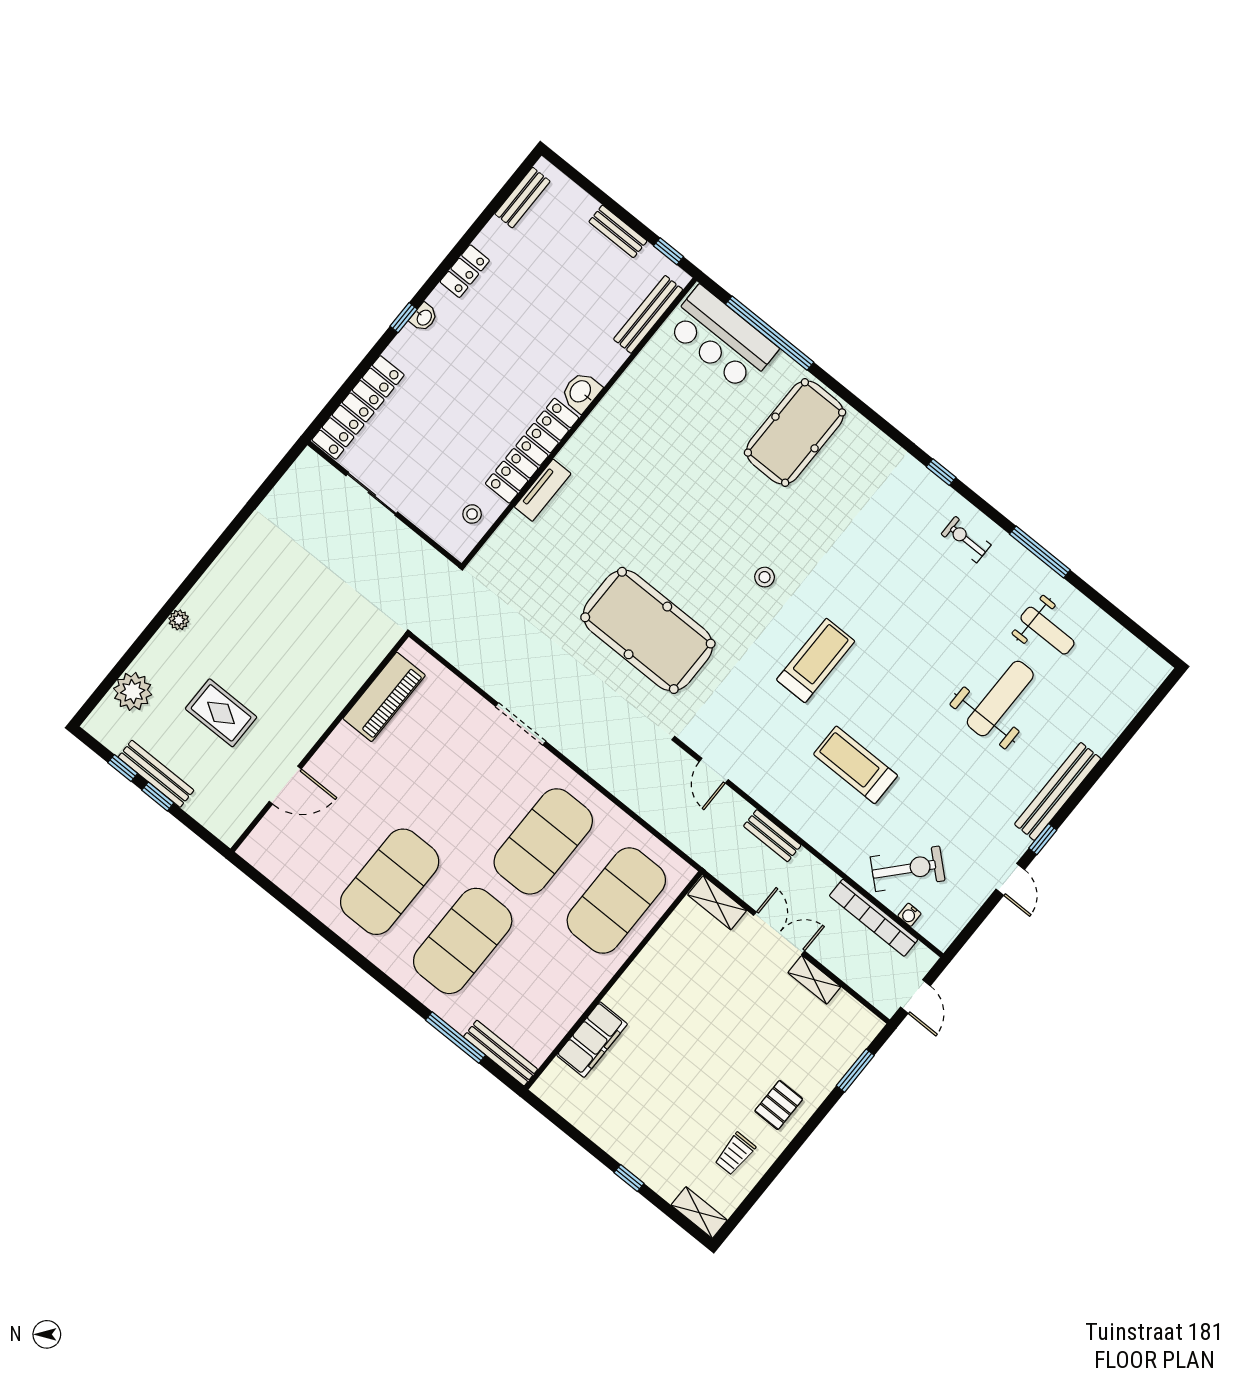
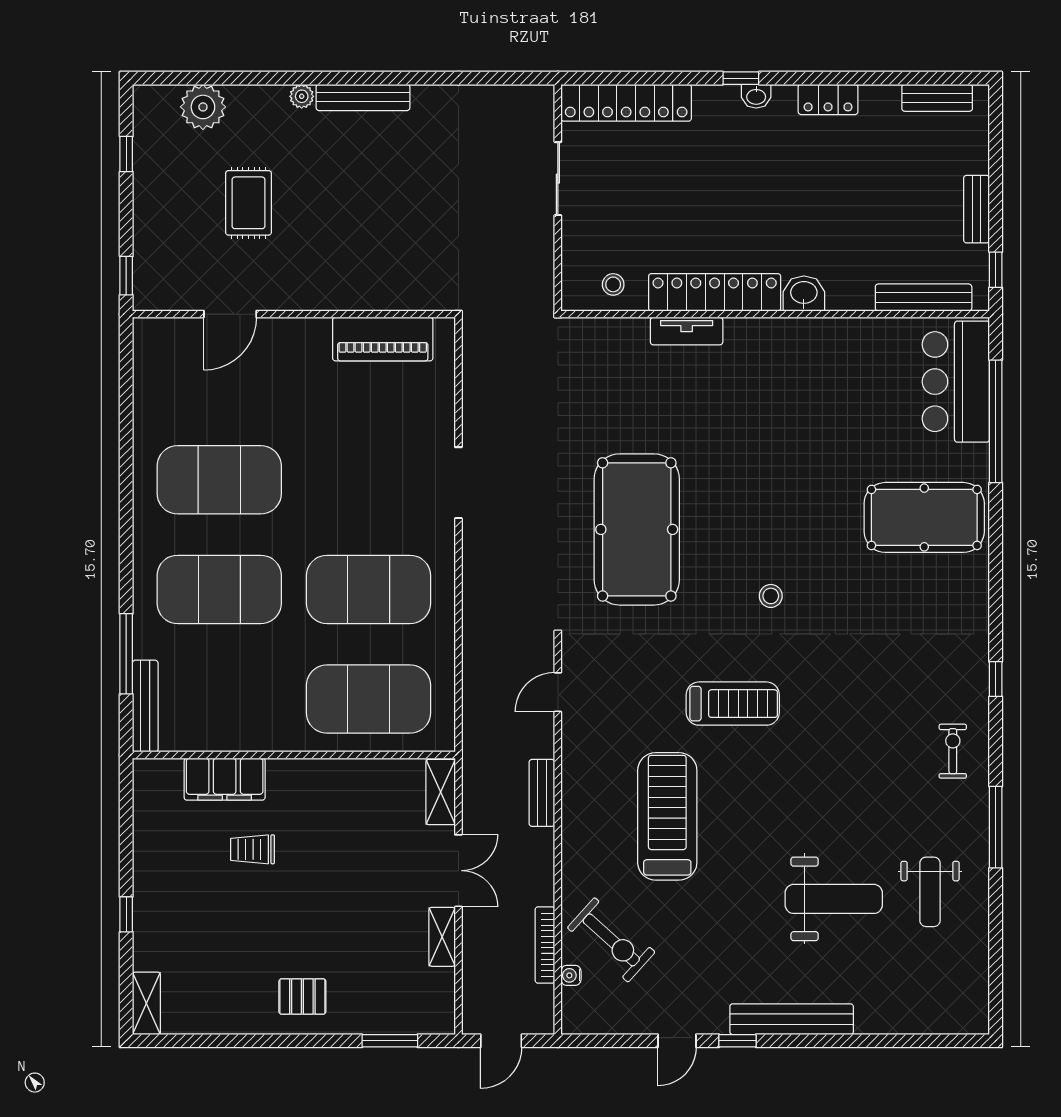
treadmill: (856, 765) -> (667, 816), width x1.37, depth x1.38
bench: (156, 774) -> (363, 97), moved, turned 90
door: (285, 785) -> (230, 314), hinge flipped
window: (158, 797) -> (126, 276), moved
bookcase: (874, 918) -> (545, 945), width x0.68, depth x0.76
trolley: (735, 1154) -> (253, 849), moved

